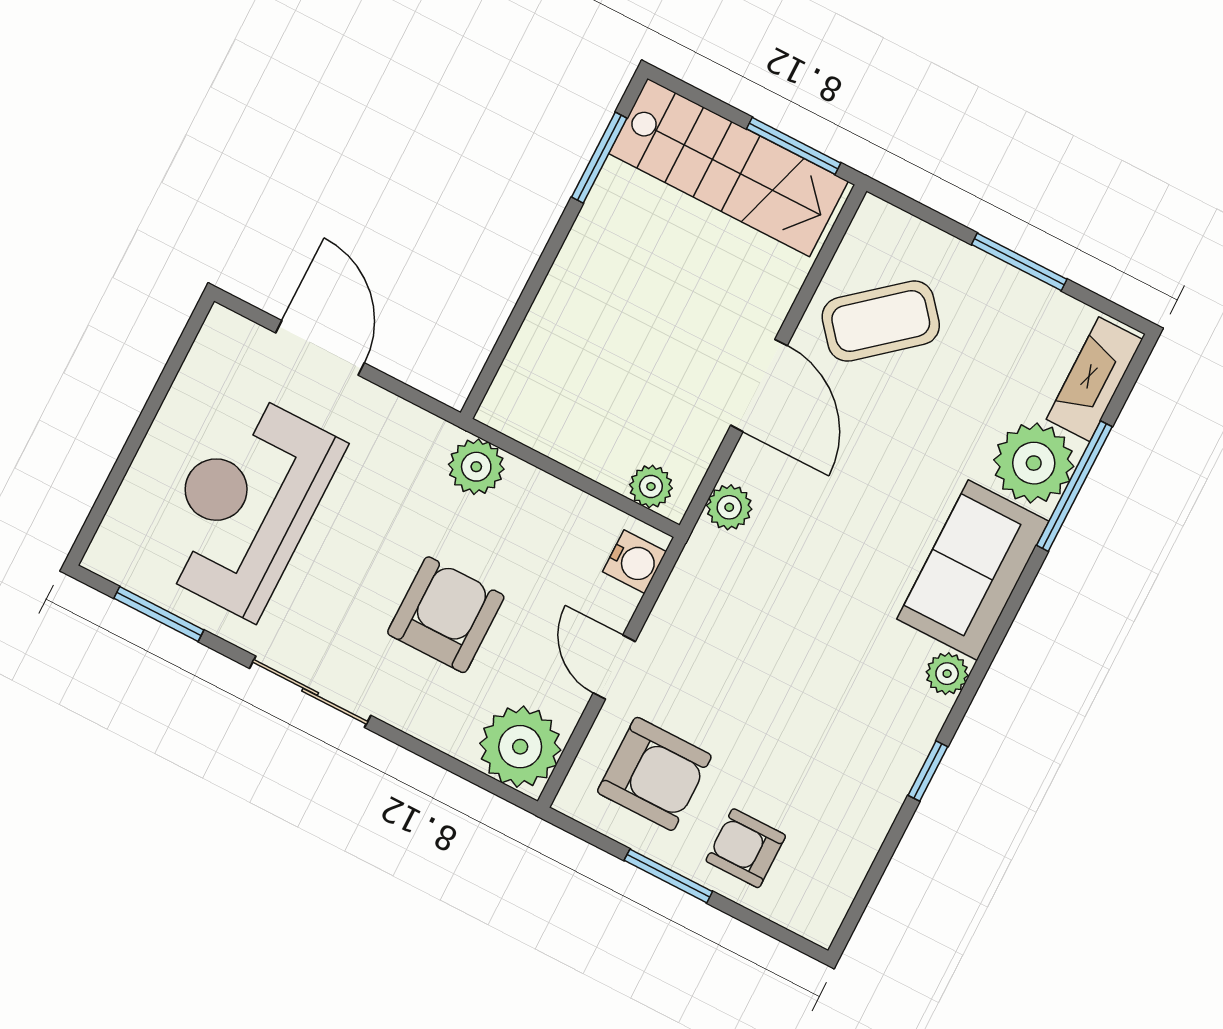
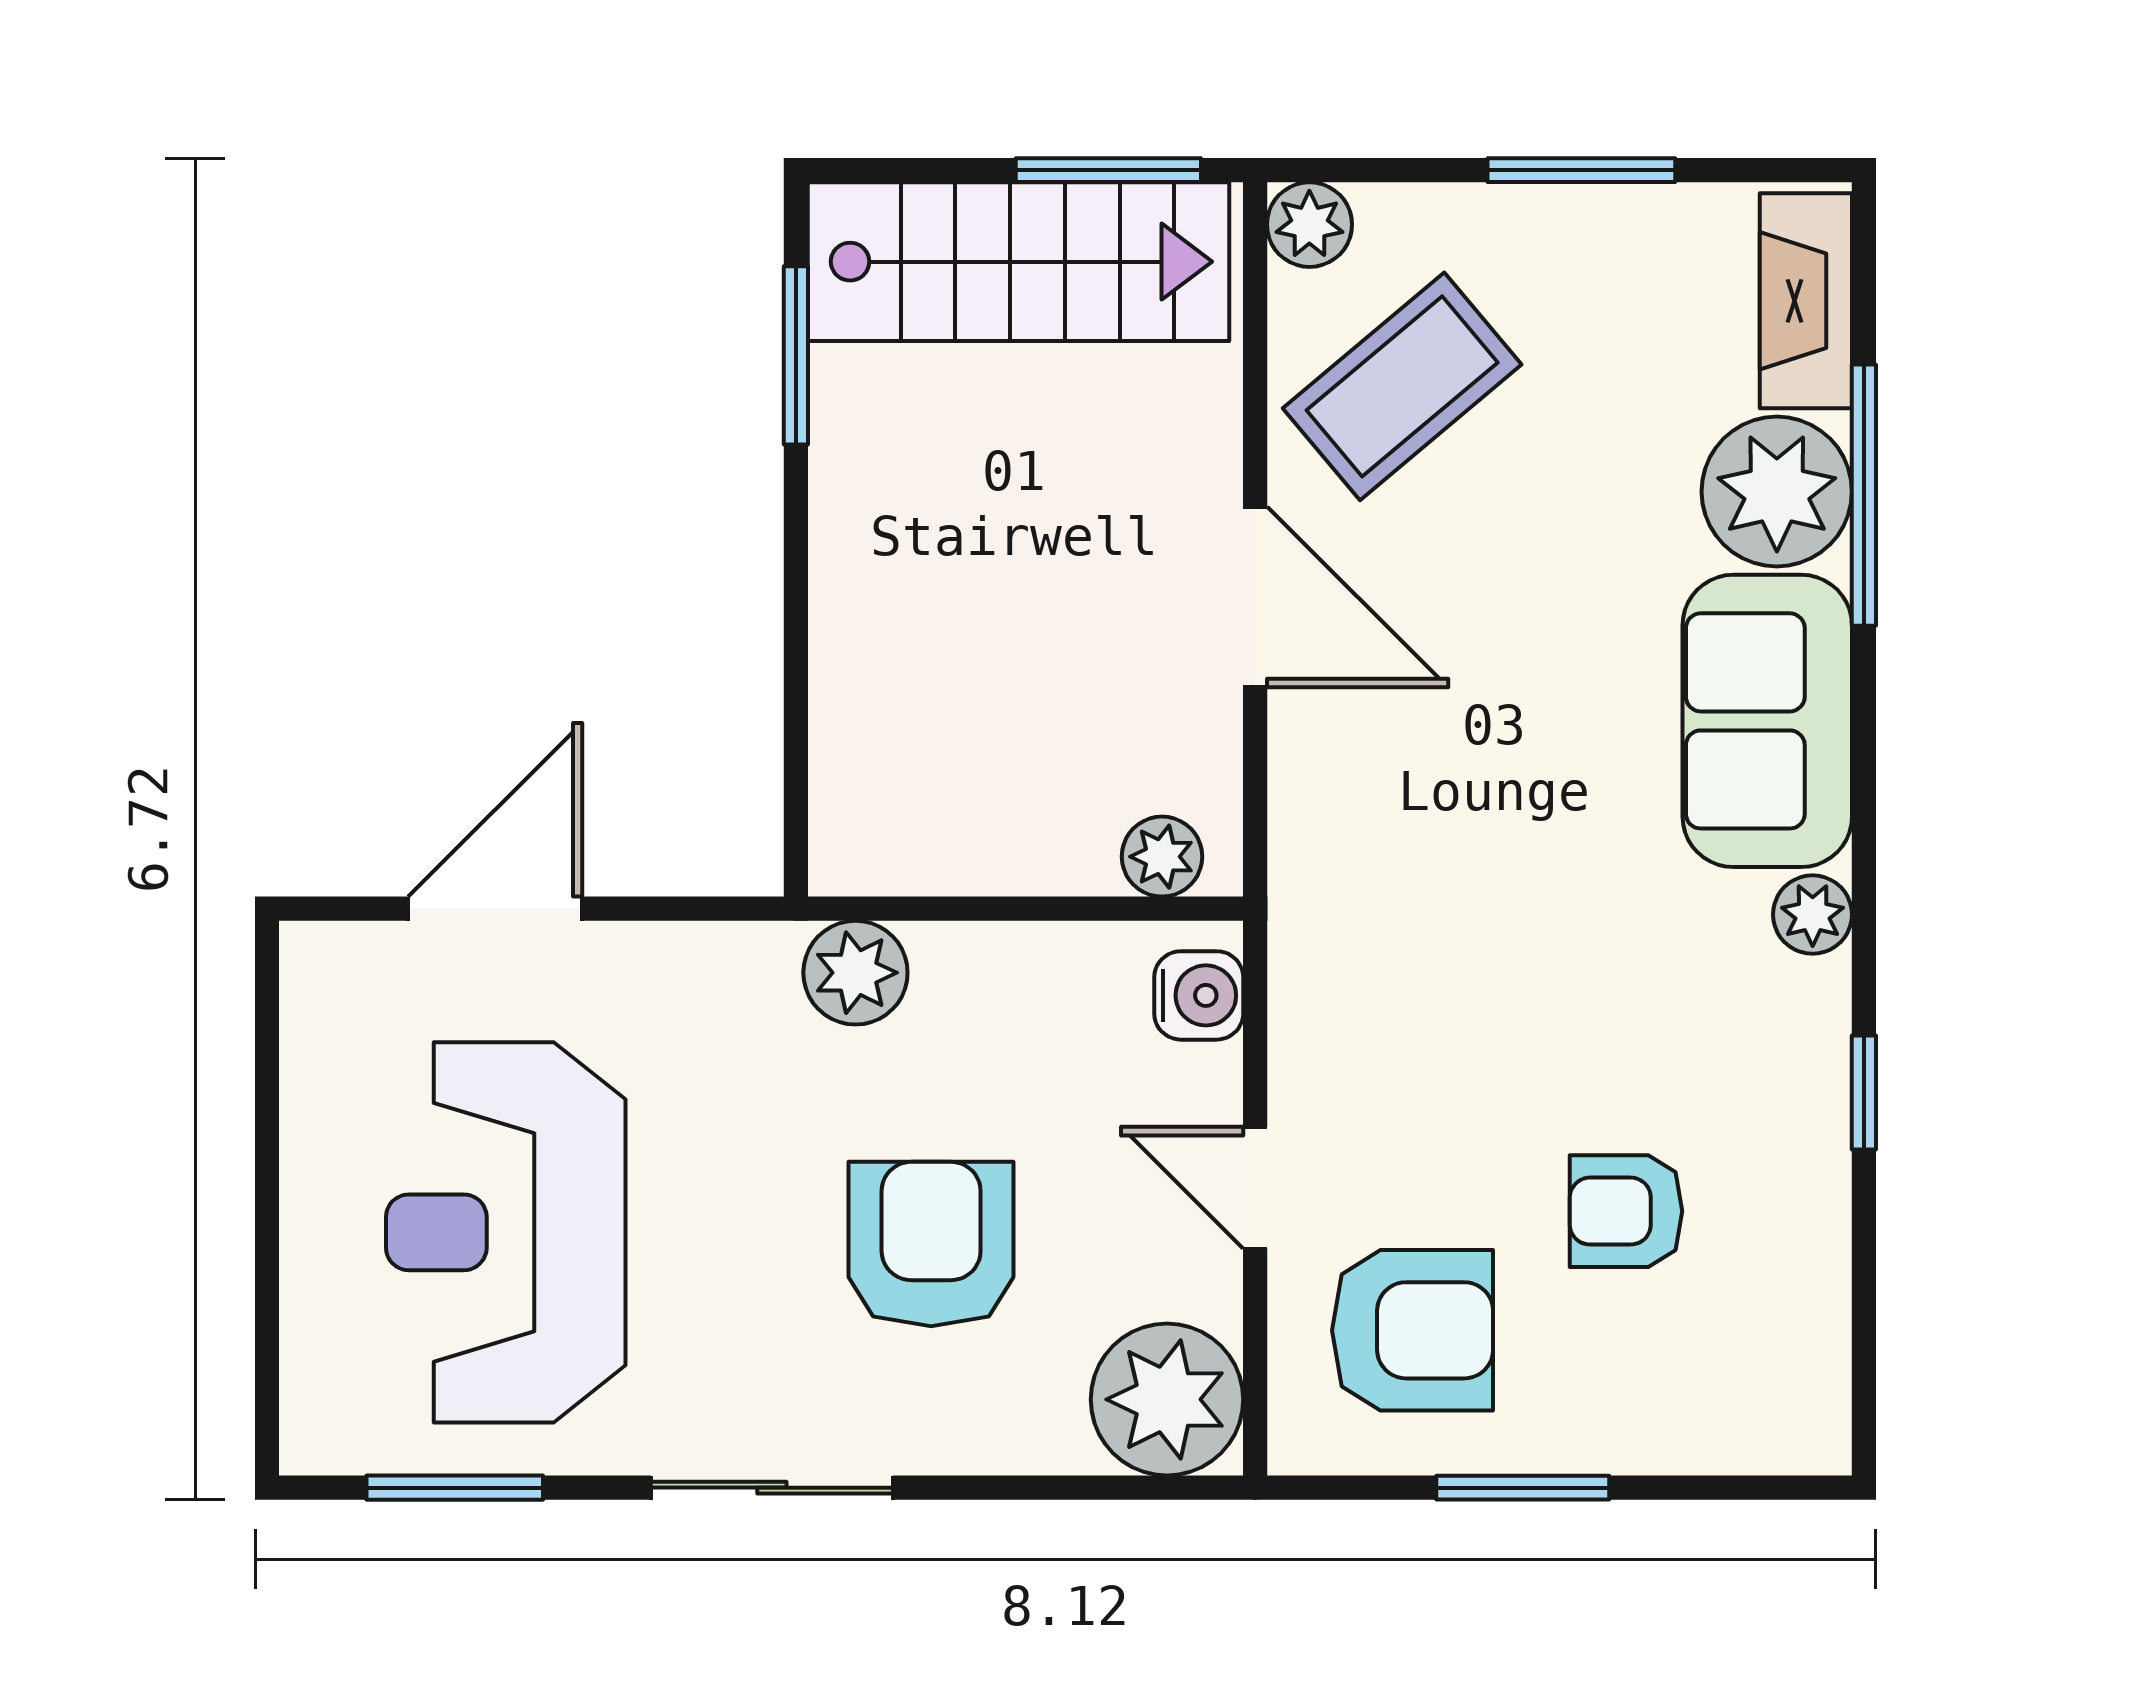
door: (320, 348) -> (495, 909), hinge flipped
plant: (729, 507) -> (1309, 225), moved
armchair: (746, 848) -> (1626, 1211), moved

